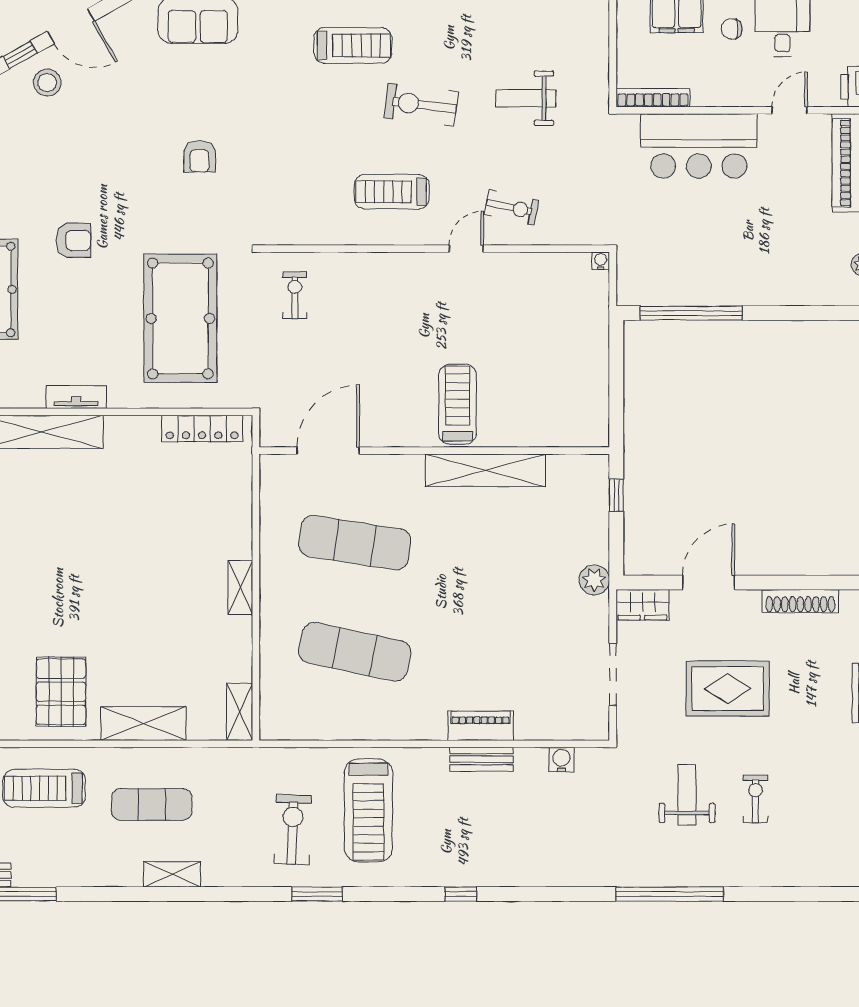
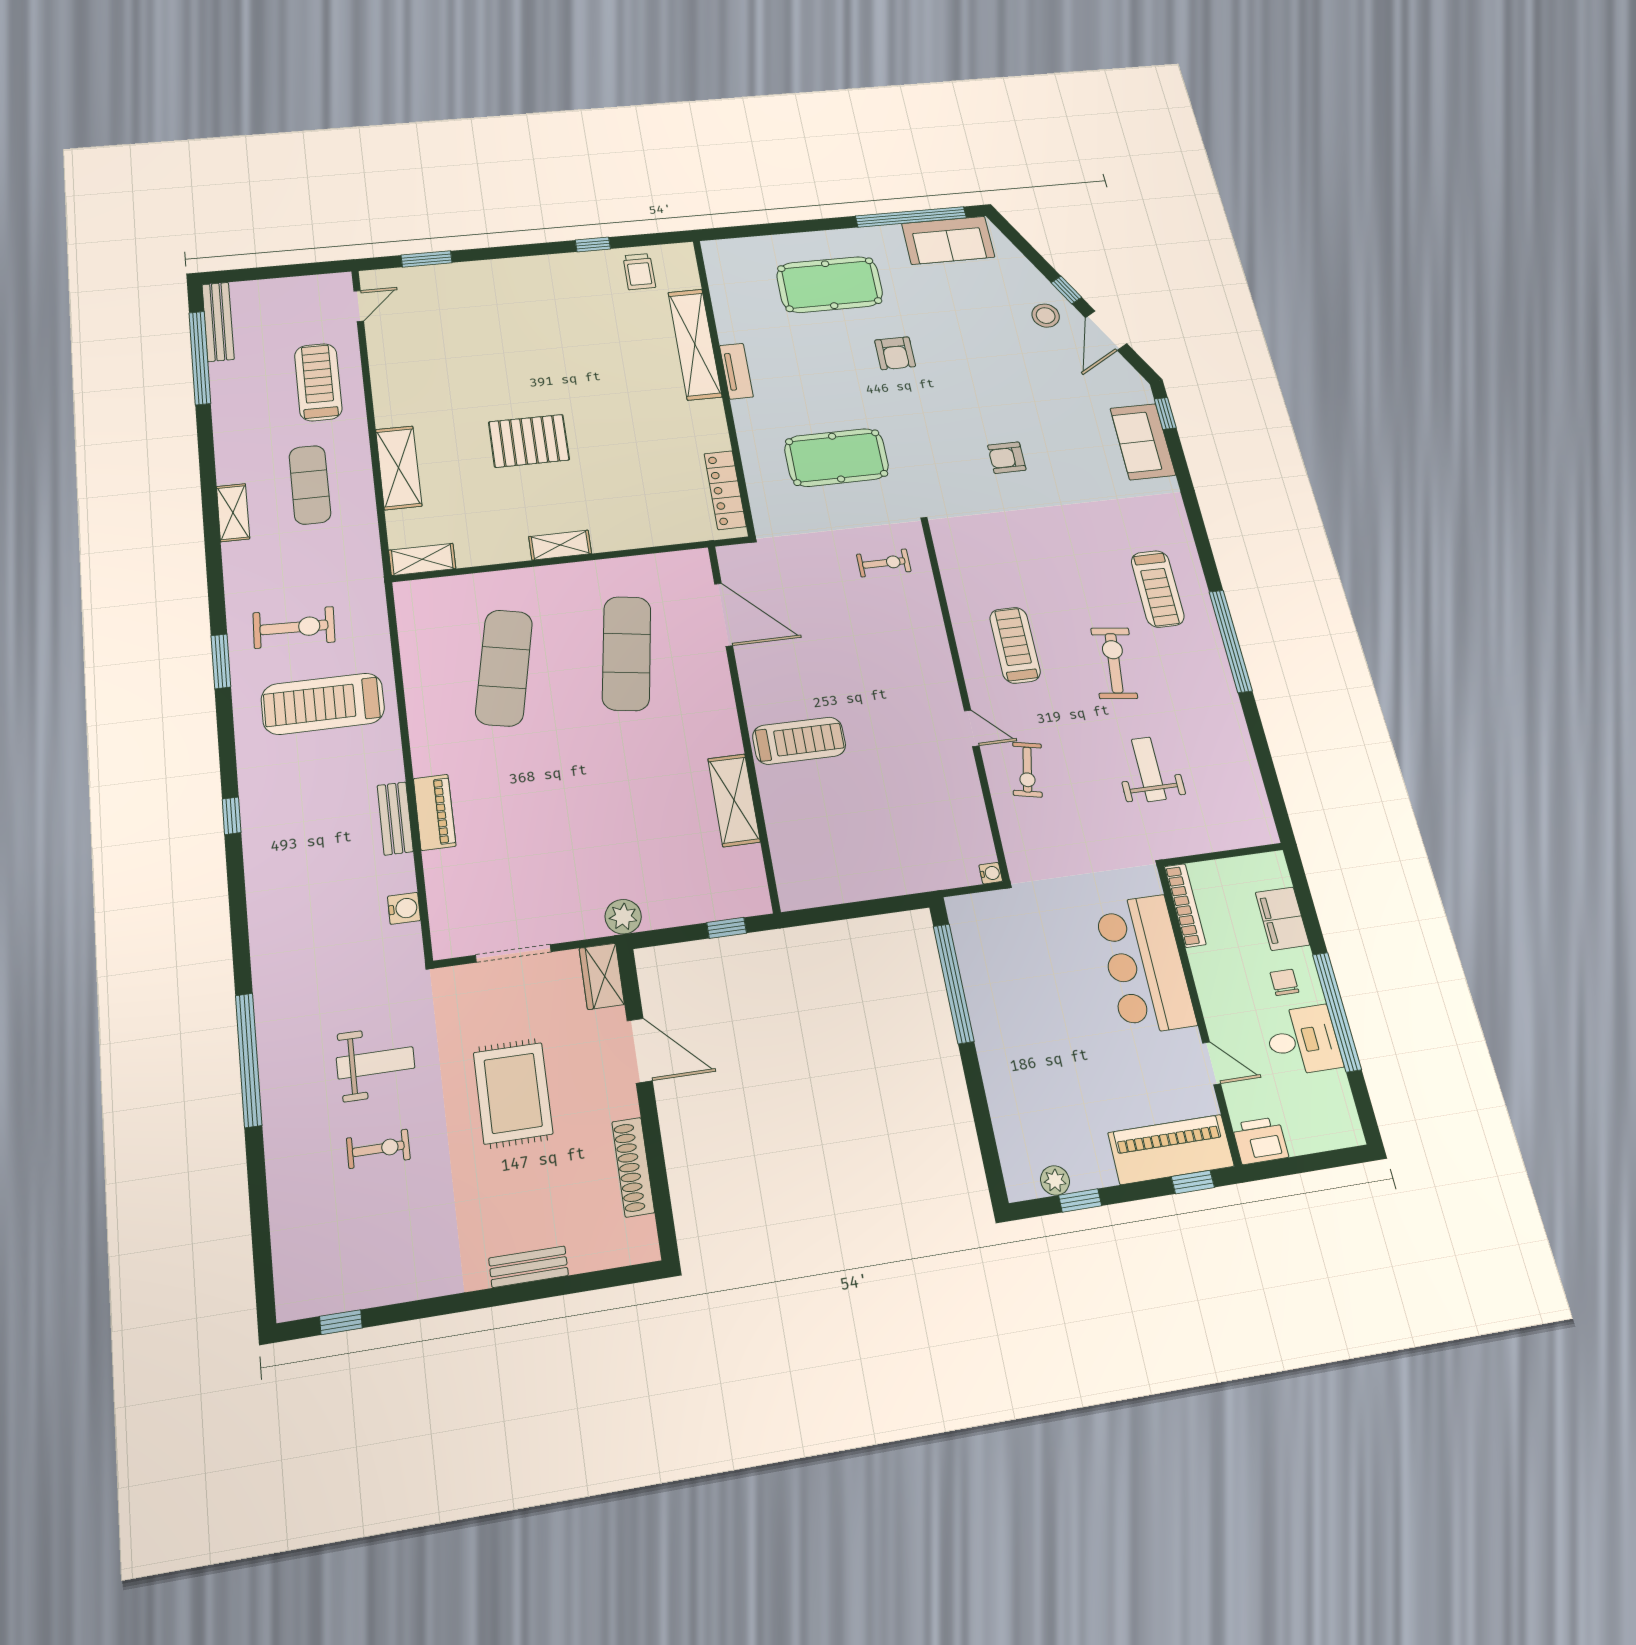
pool table: (180, 318) -> (837, 458), width x0.73, depth x0.76
shelving: (485, 470) -> (734, 800), width x0.68
pallet: (61, 692) -> (529, 441), moved

